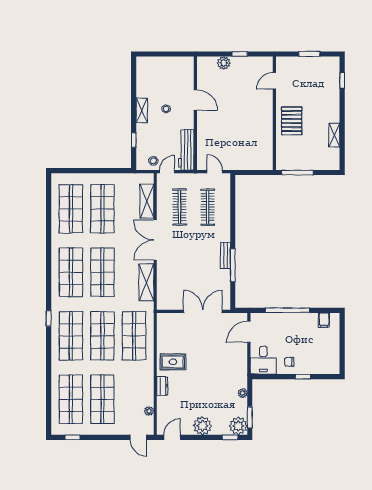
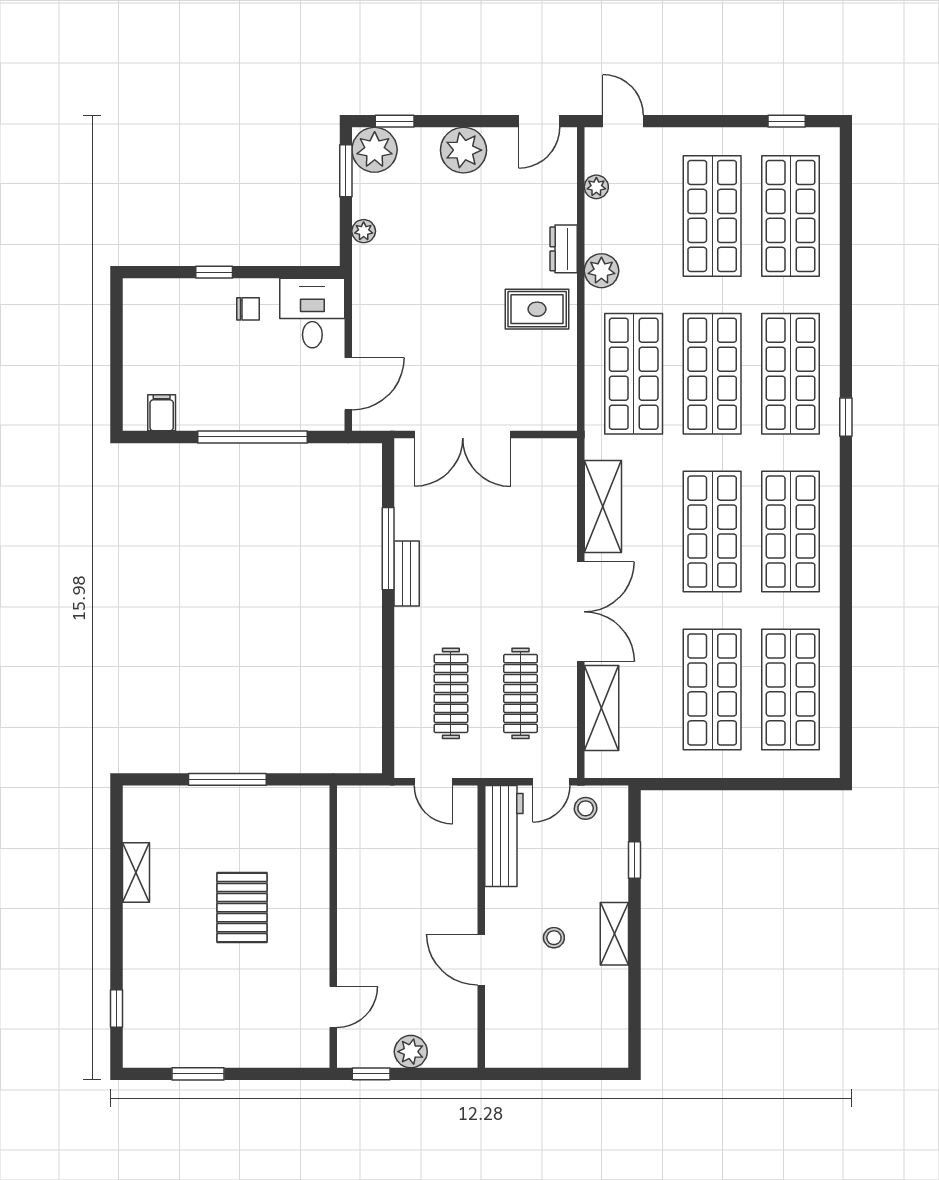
door: (274, 81) -> (333, 1007), moved
wall: (274, 113) -> (333, 927), moved
plant: (147, 377) -> (601, 271), added

